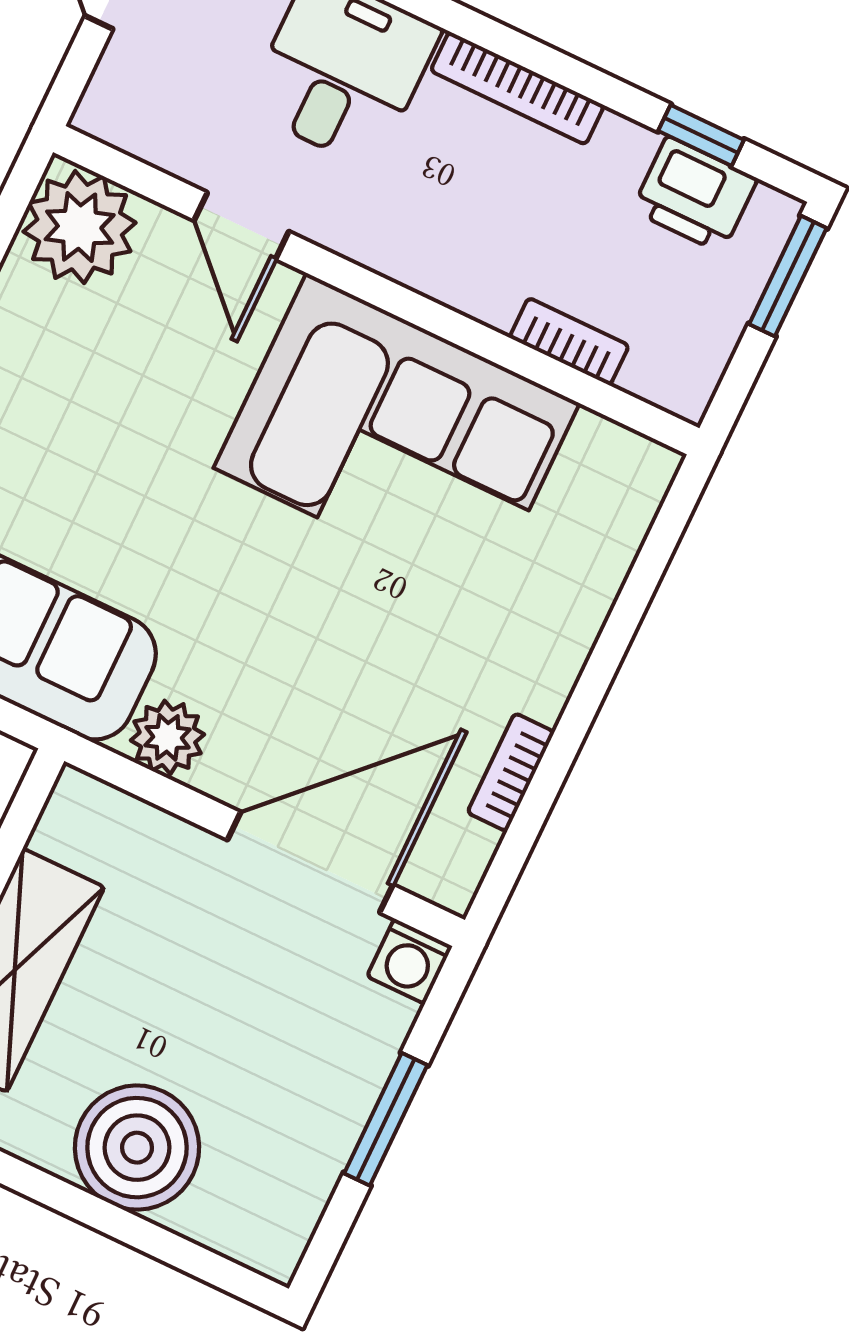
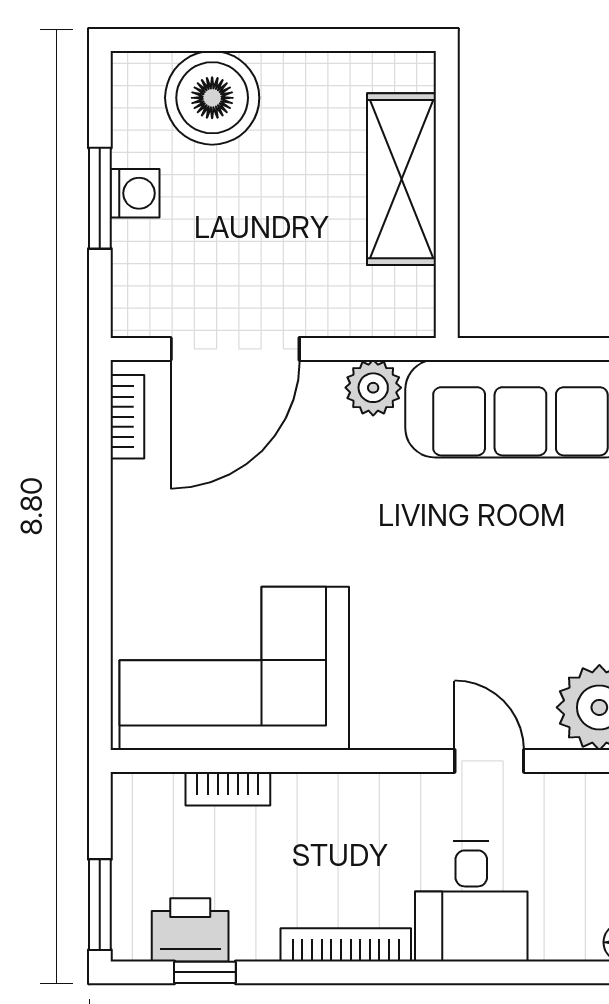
corner sofa: (397, 436) -> (234, 668), moved
bookcase: (511, 772) -> (127, 417), moved
washing machine: (410, 961) -> (135, 193), moved, turned 90
boiler: (137, 1148) -> (212, 98), moved

